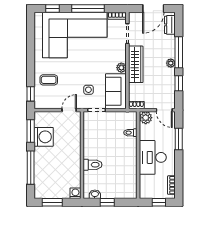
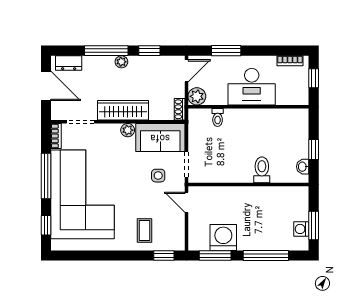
washing machine: (75, 193) -> (301, 229), moved

